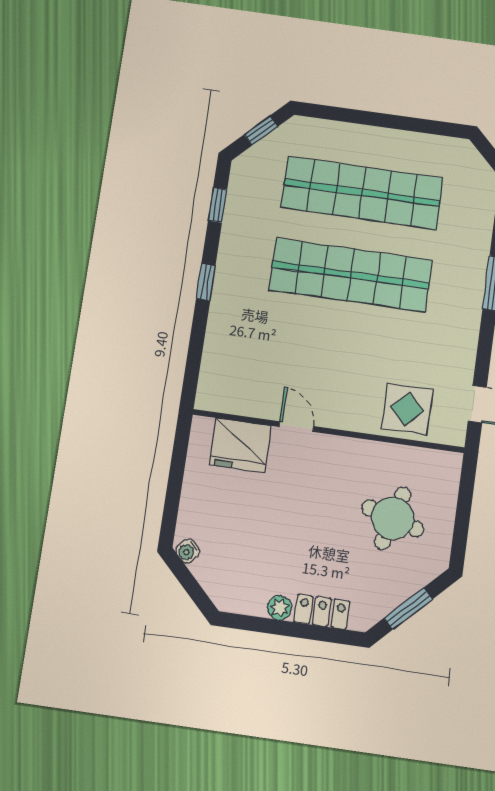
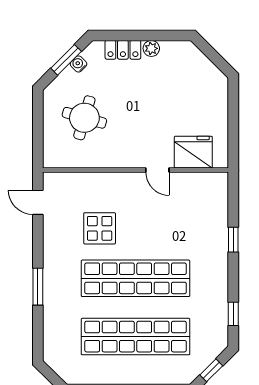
window: (206, 282) -> (233, 240), moved
display table: (407, 409) -> (100, 228), moved
water cooler: (188, 551) -> (79, 64), moved, turned -90

